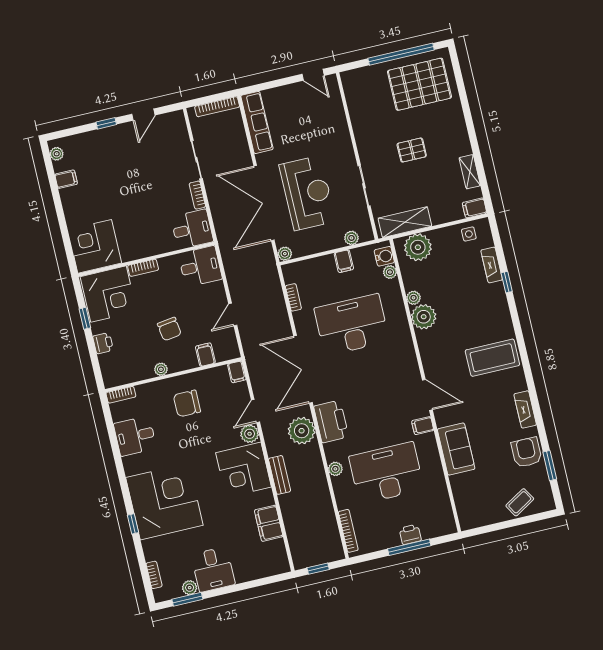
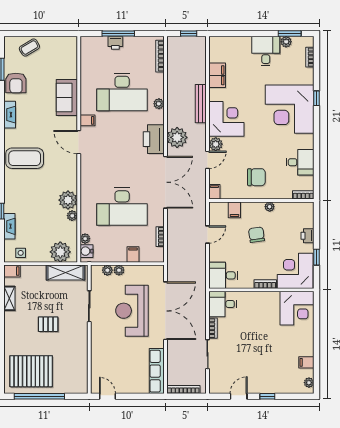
plant: (285, 254) -> (119, 270), moved
filing cabinet: (344, 261) -> (133, 255), moved
bench: (280, 475) -> (201, 104), width x1.36

